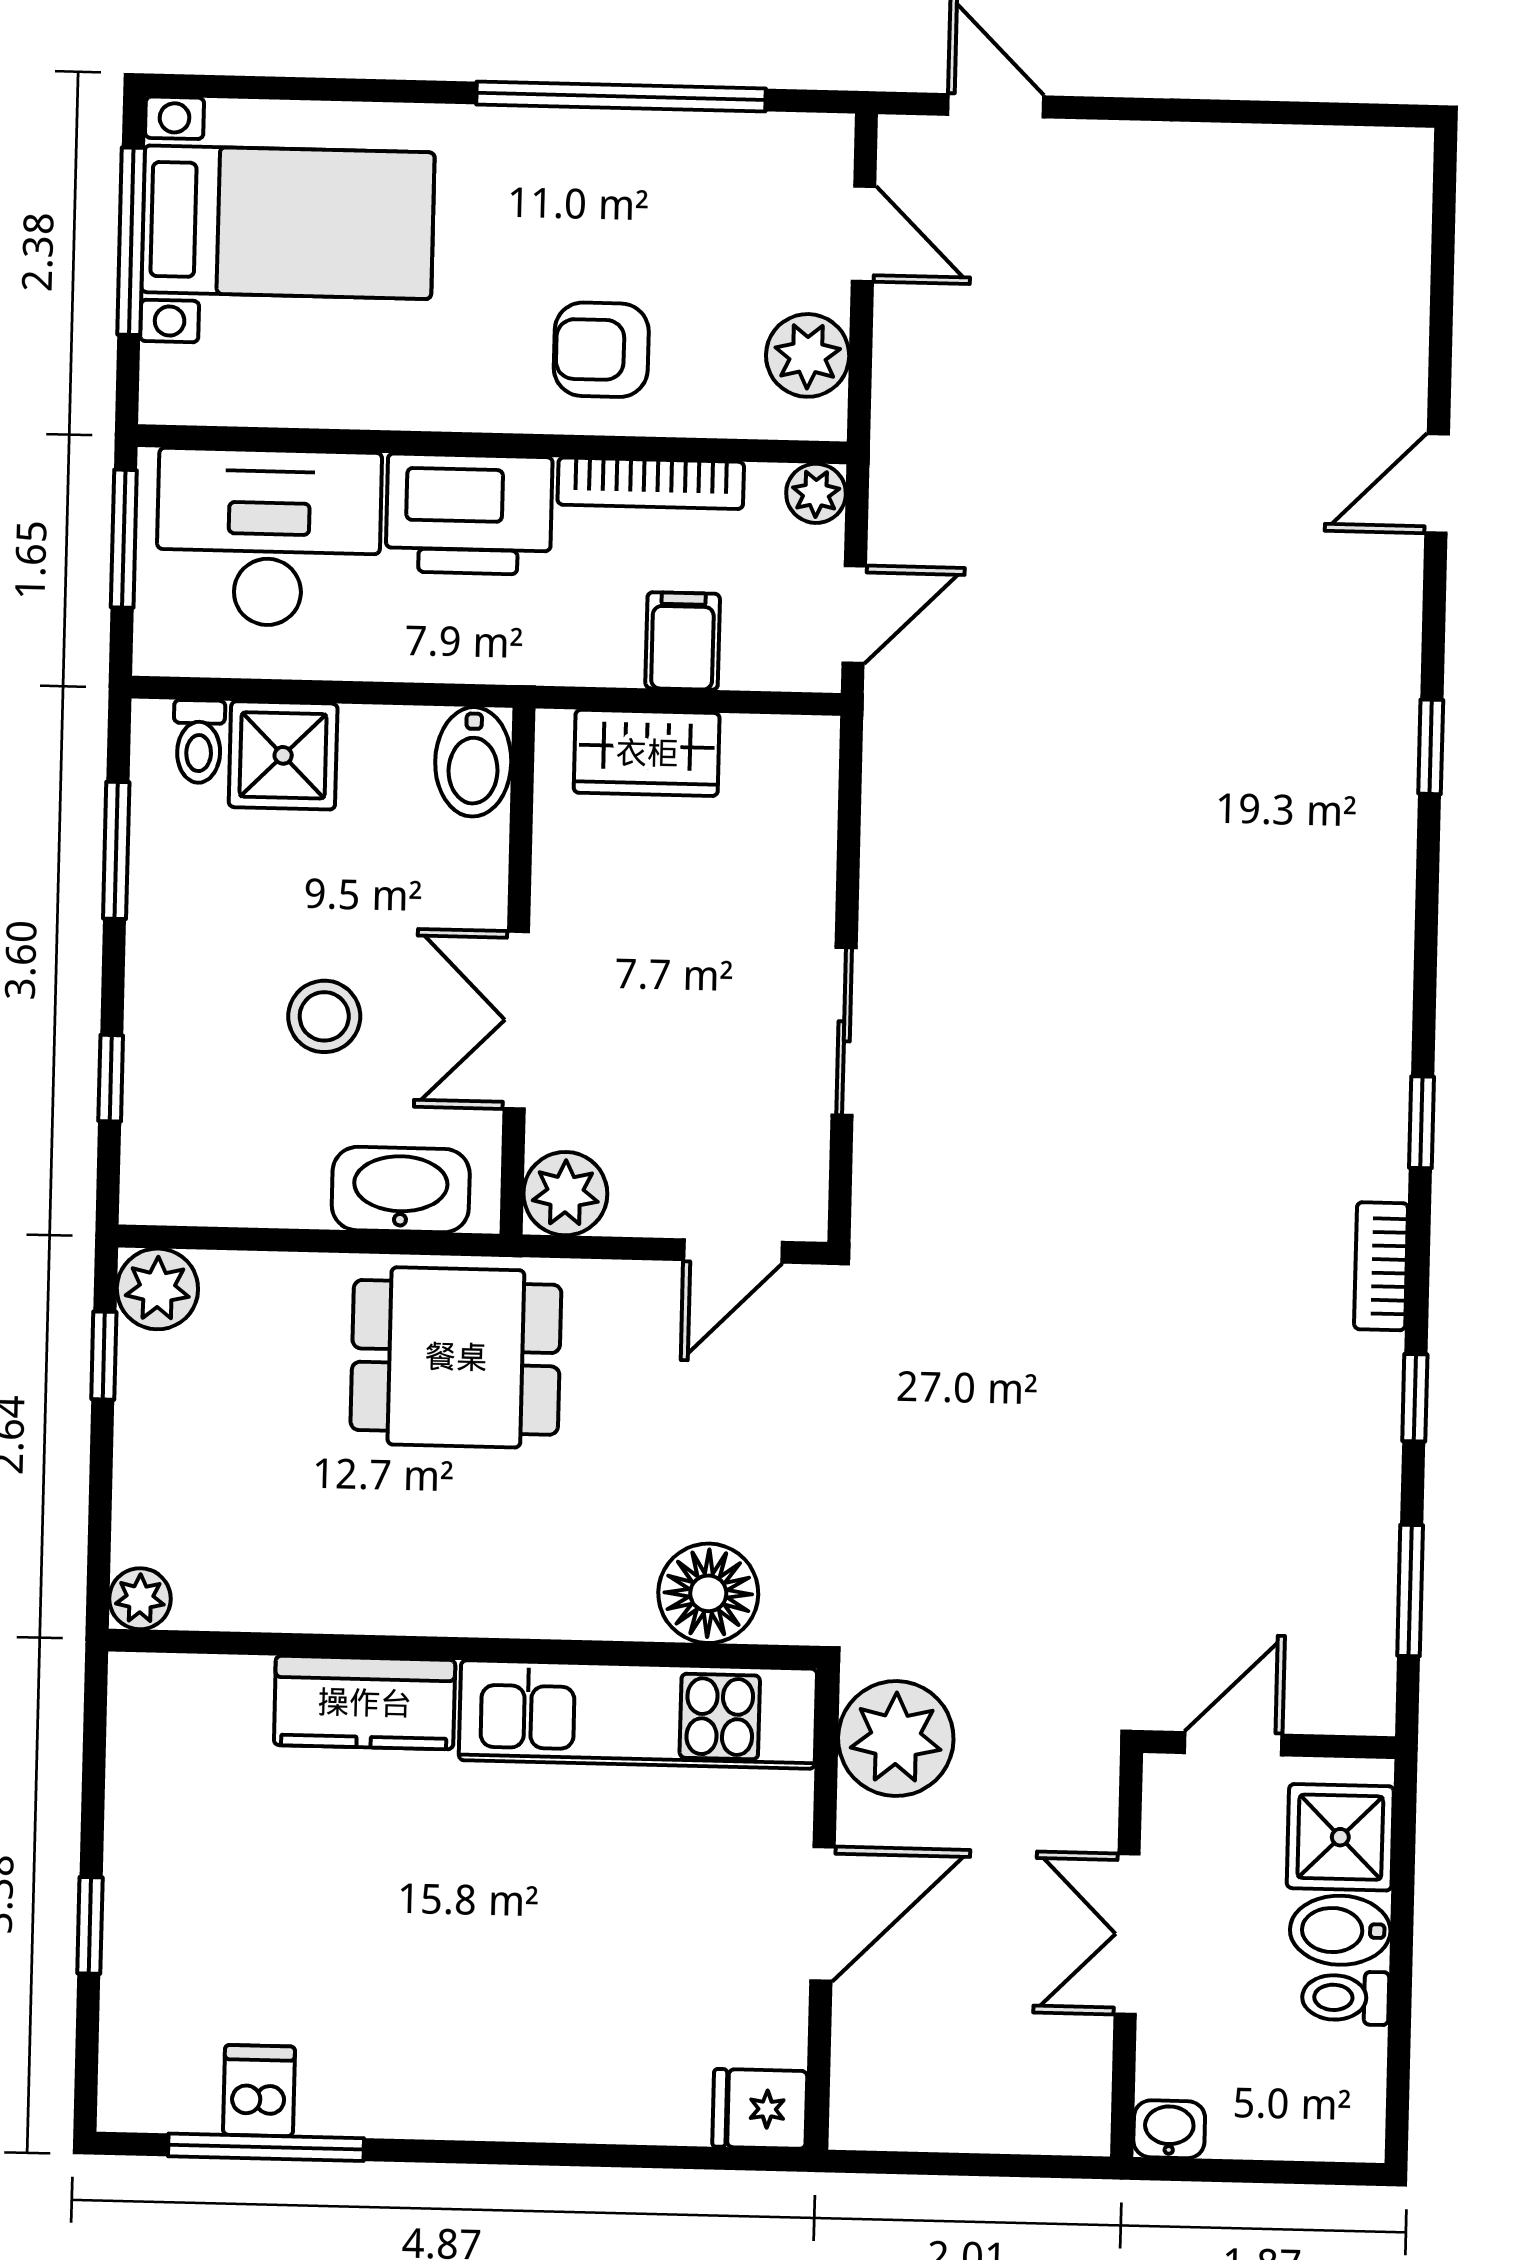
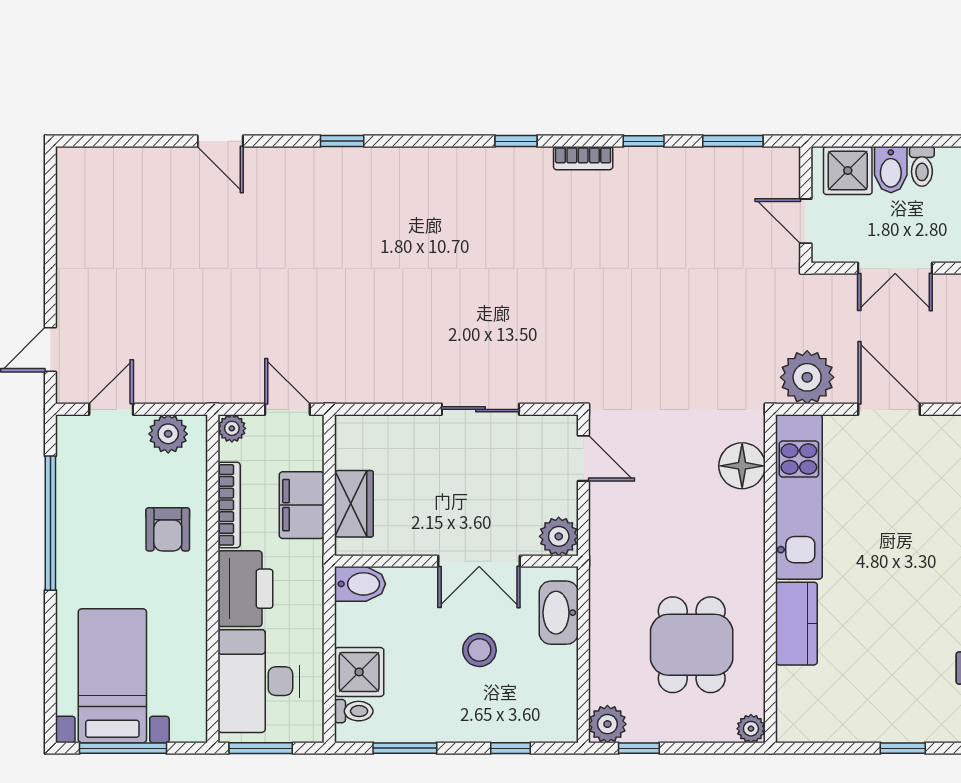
filing cabinet: (683, 641) -> (302, 505), width x2.00
dining table: (456, 1357) -> (692, 645), moved

